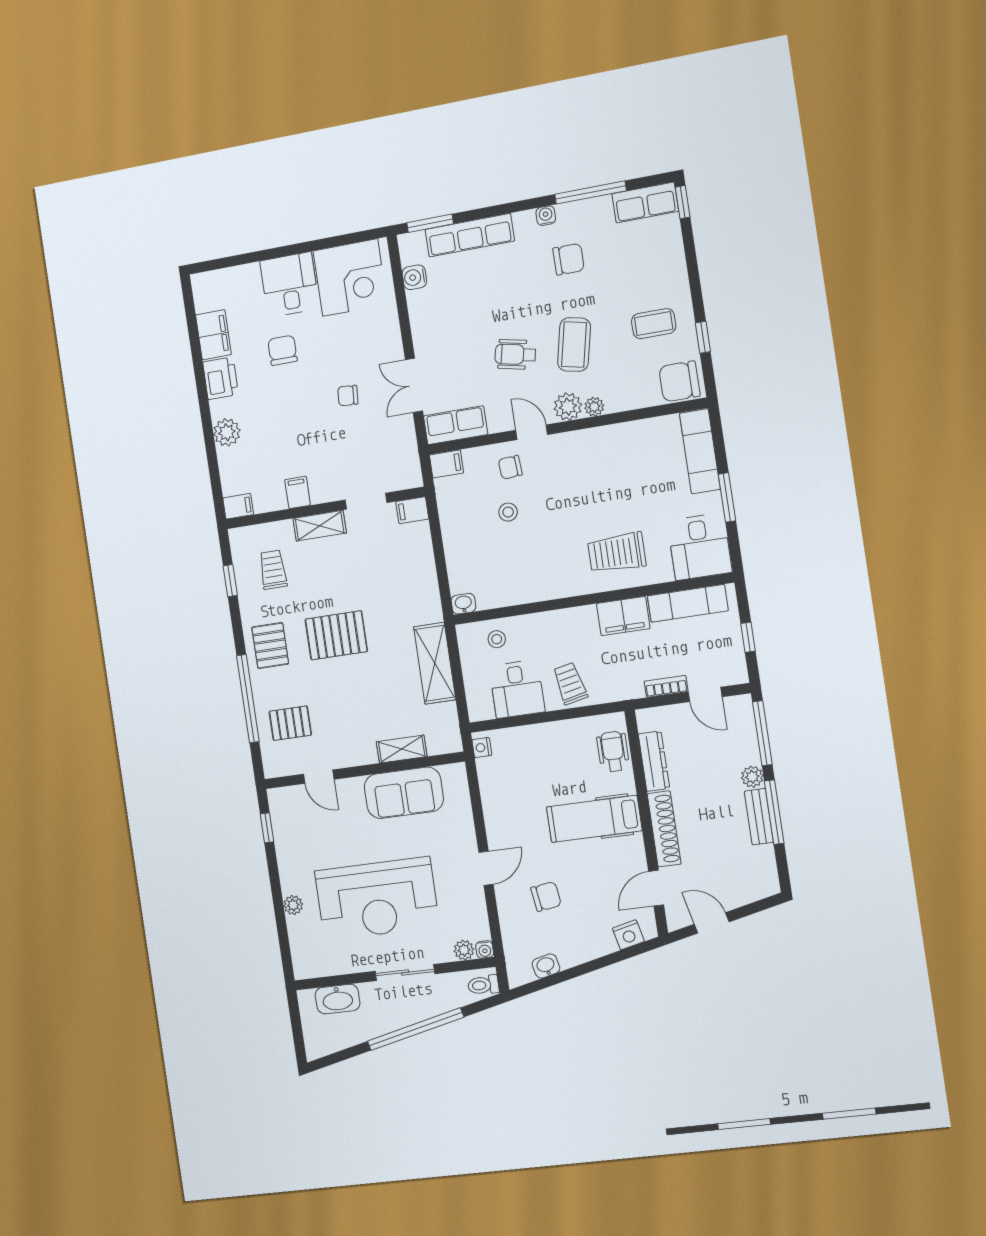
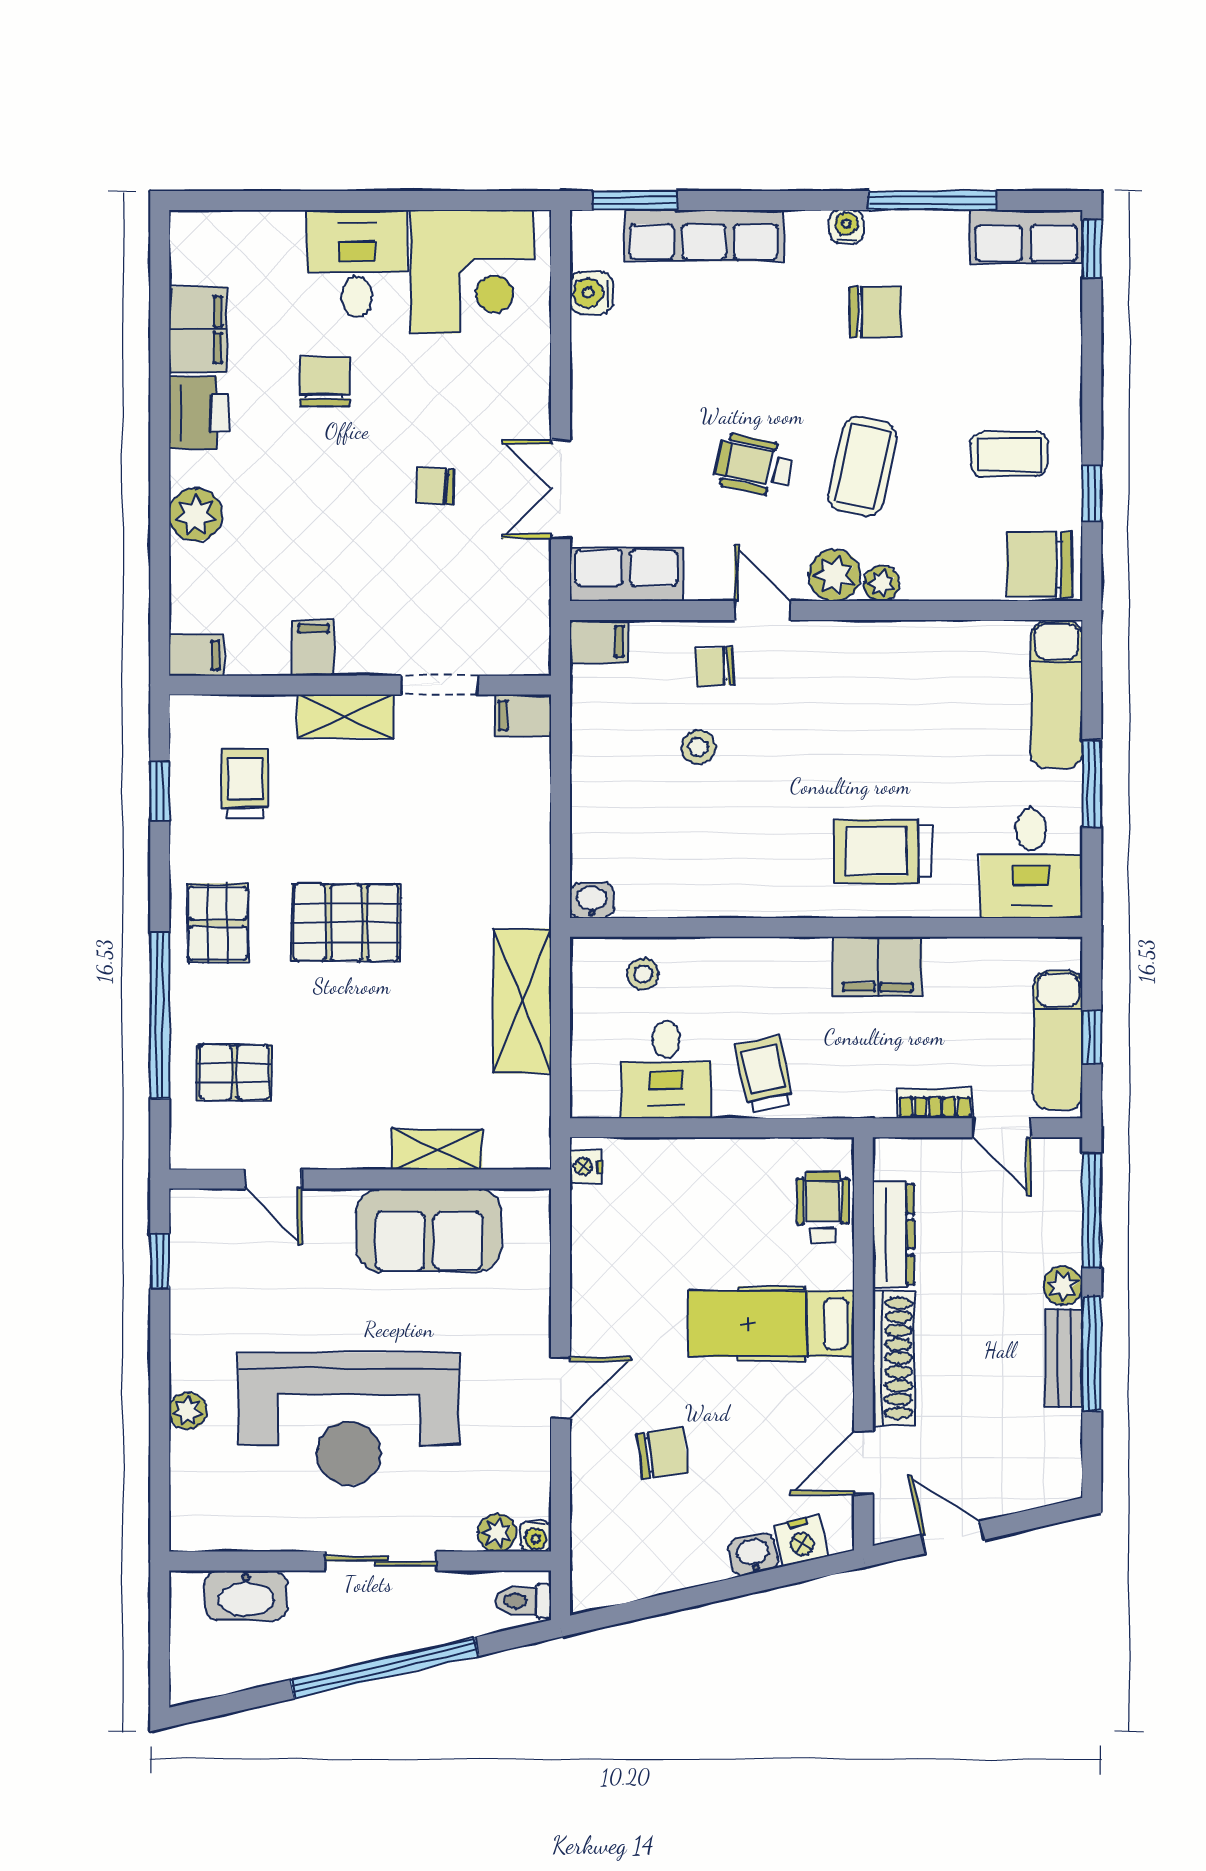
exam couch: (688, 603) -> (1058, 1040), moved, turned 90
washbasin: (546, 966) -> (753, 1554), moved

